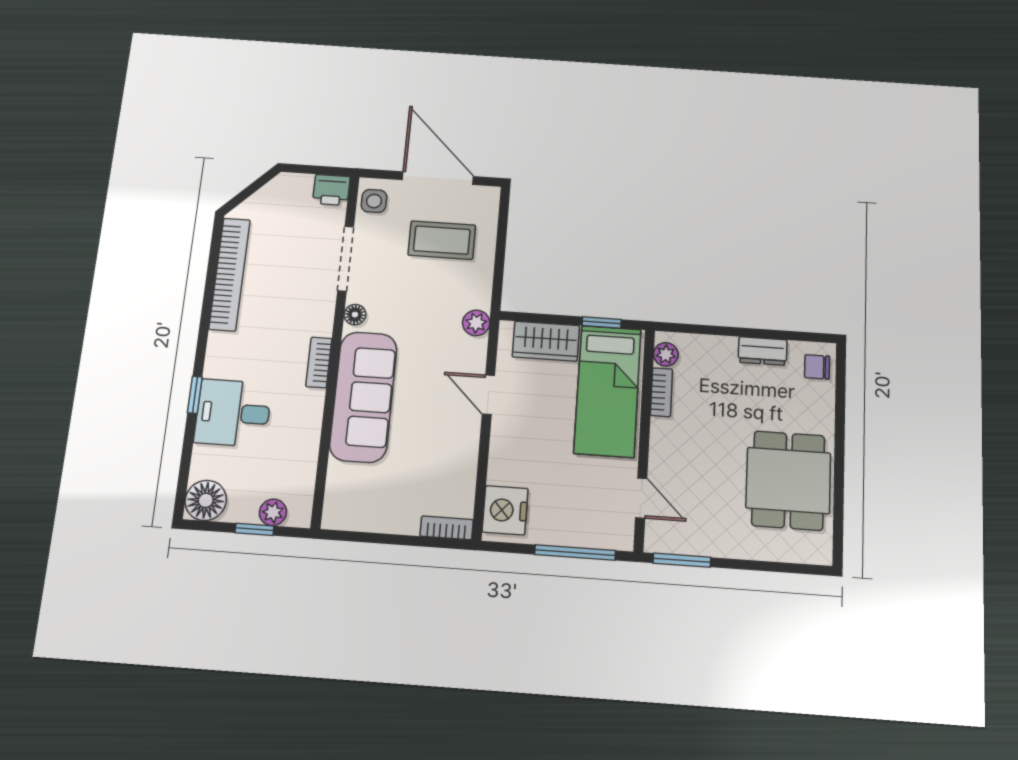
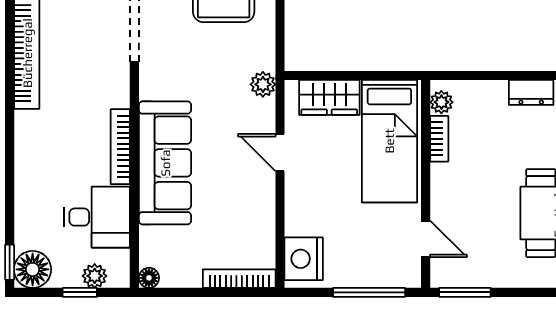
floor lamp: (355, 315) -> (149, 278), moved
window: (602, 322) -> (380, 75), removed
bookcase: (319, 362) -> (120, 147), width x1.56
window: (195, 395) -> (10, 262), moved
desk: (233, 413) -> (97, 217), moved, turned 180
bookcase: (447, 528) -> (239, 279), width x1.56

